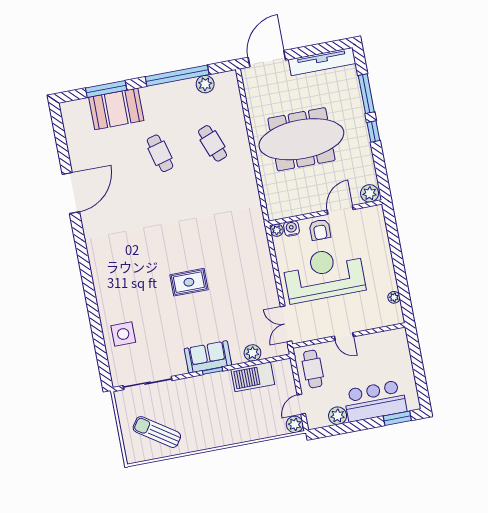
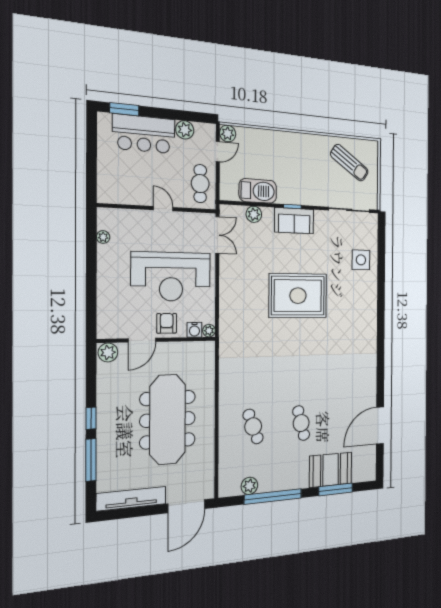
meeting table: (301, 139) -> (168, 419), turned 90
door: (71, 193) -> (380, 426), moved
rug: (189, 282) -> (298, 296), width x1.86, depth x2.06

